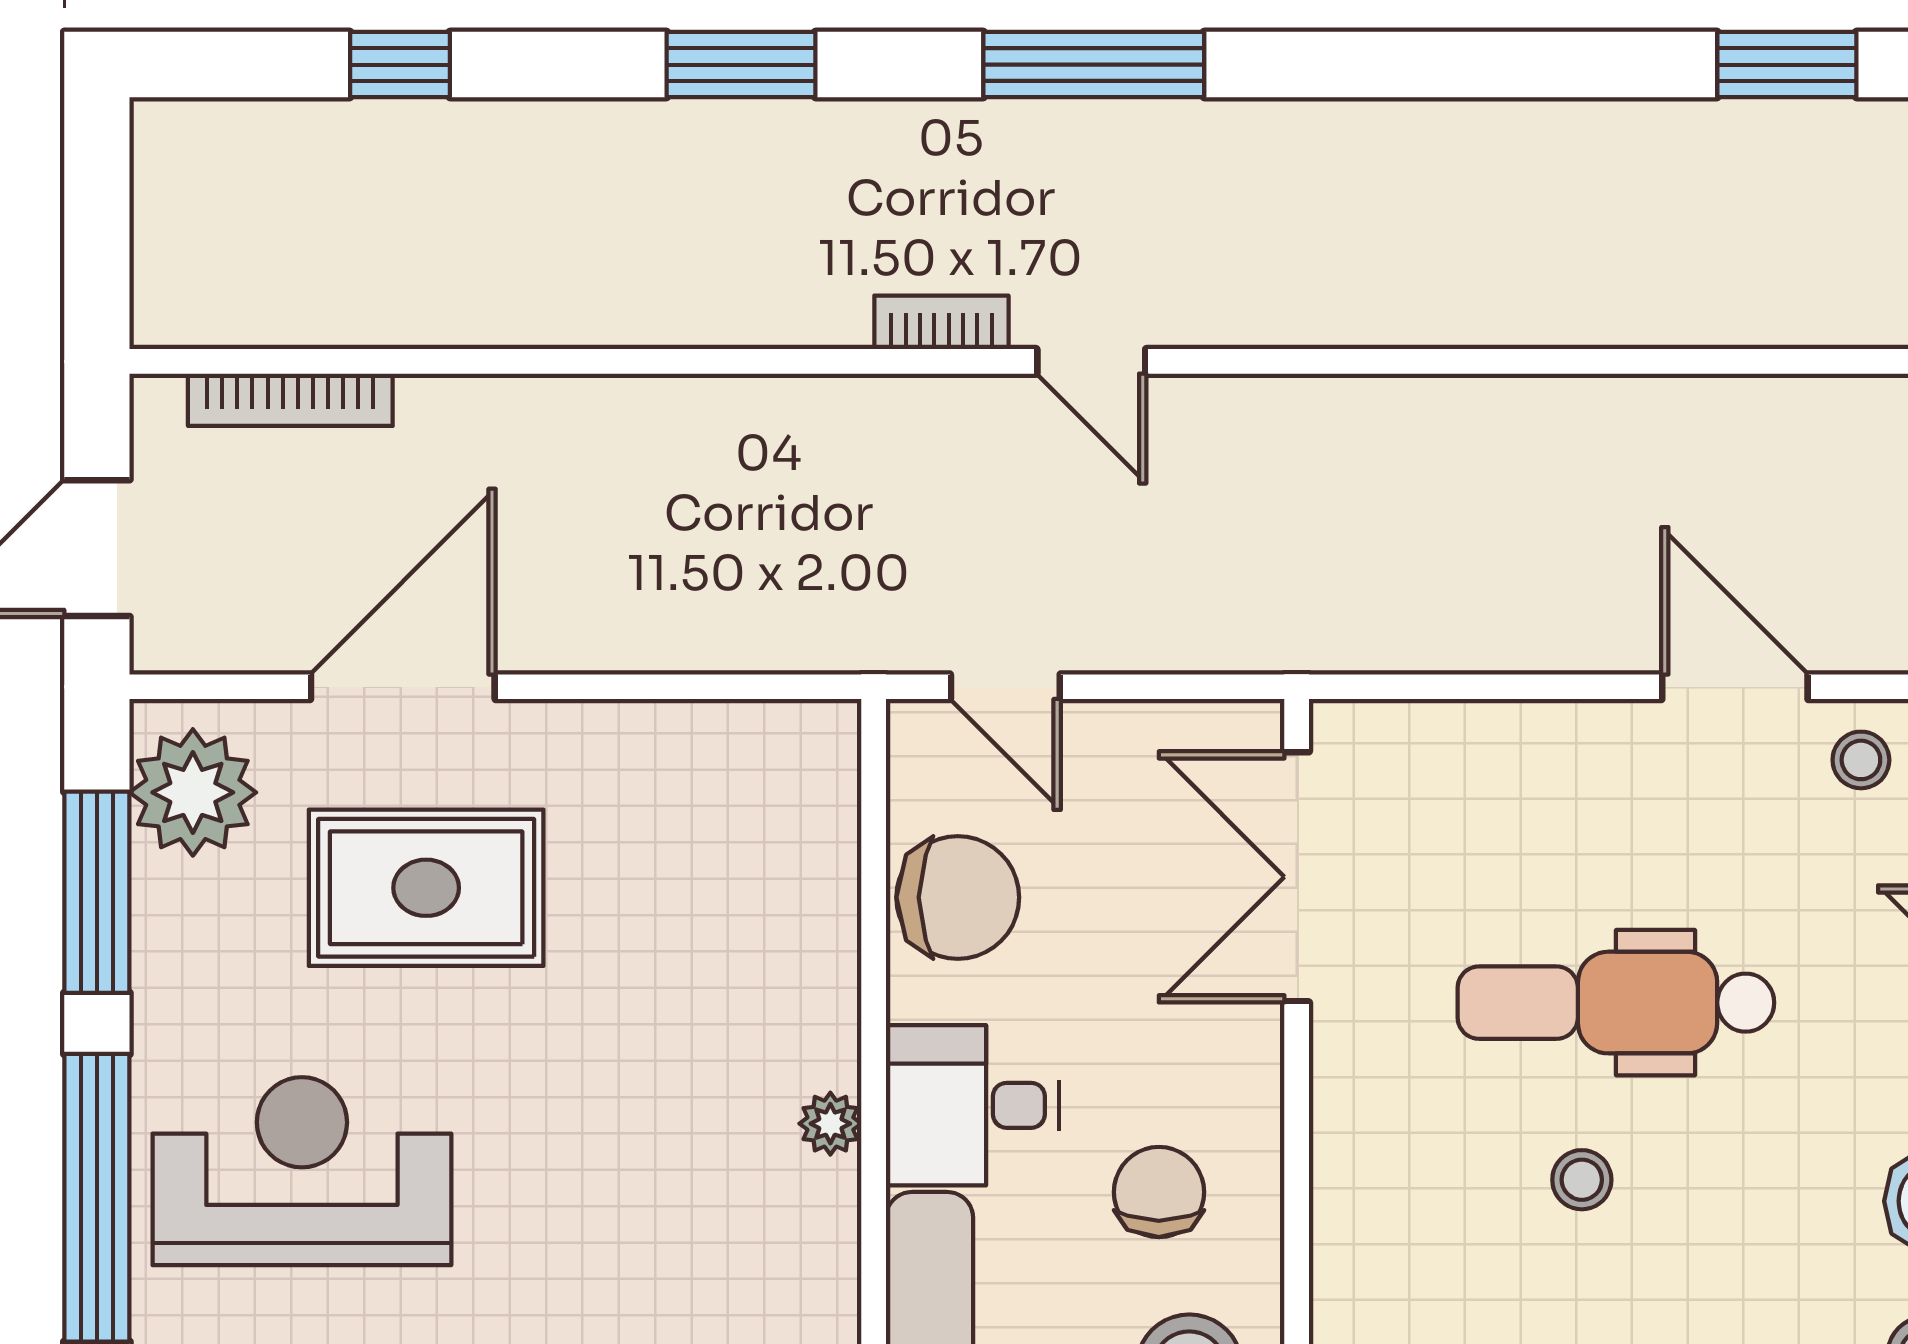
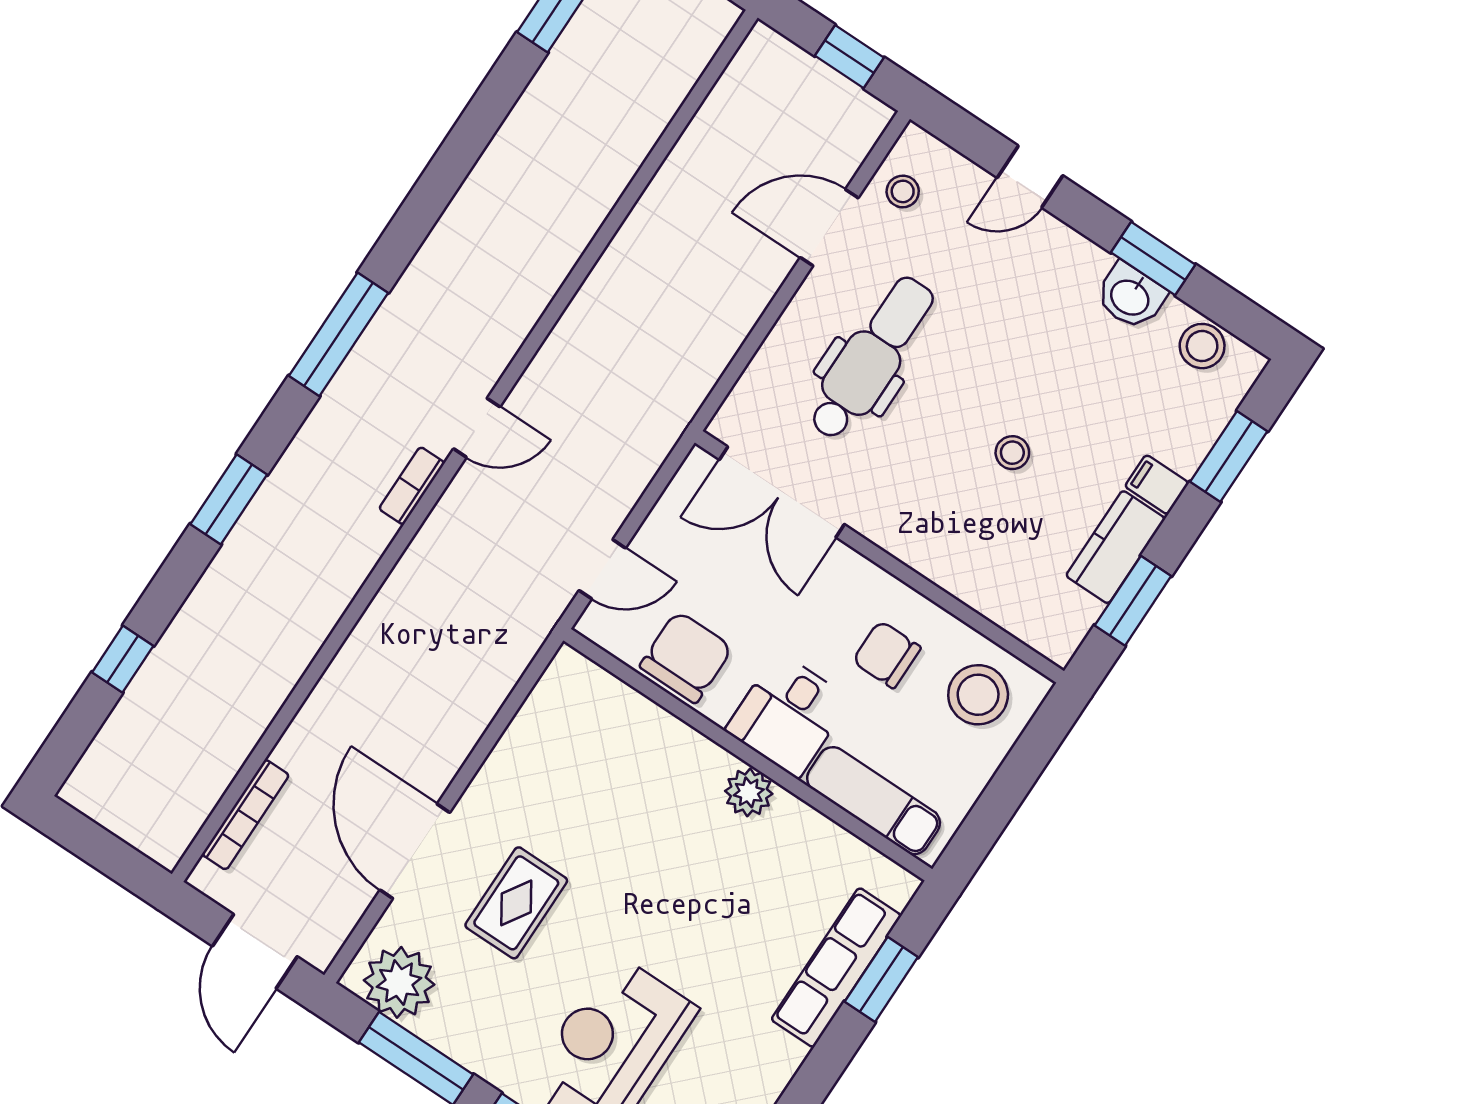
rug: (426, 888) -> (516, 903), width x0.73, depth x0.70
dental chair: (1616, 1003) -> (871, 358), moved, turned 180
plant: (830, 1124) -> (749, 792), width x1.38, depth x1.38

